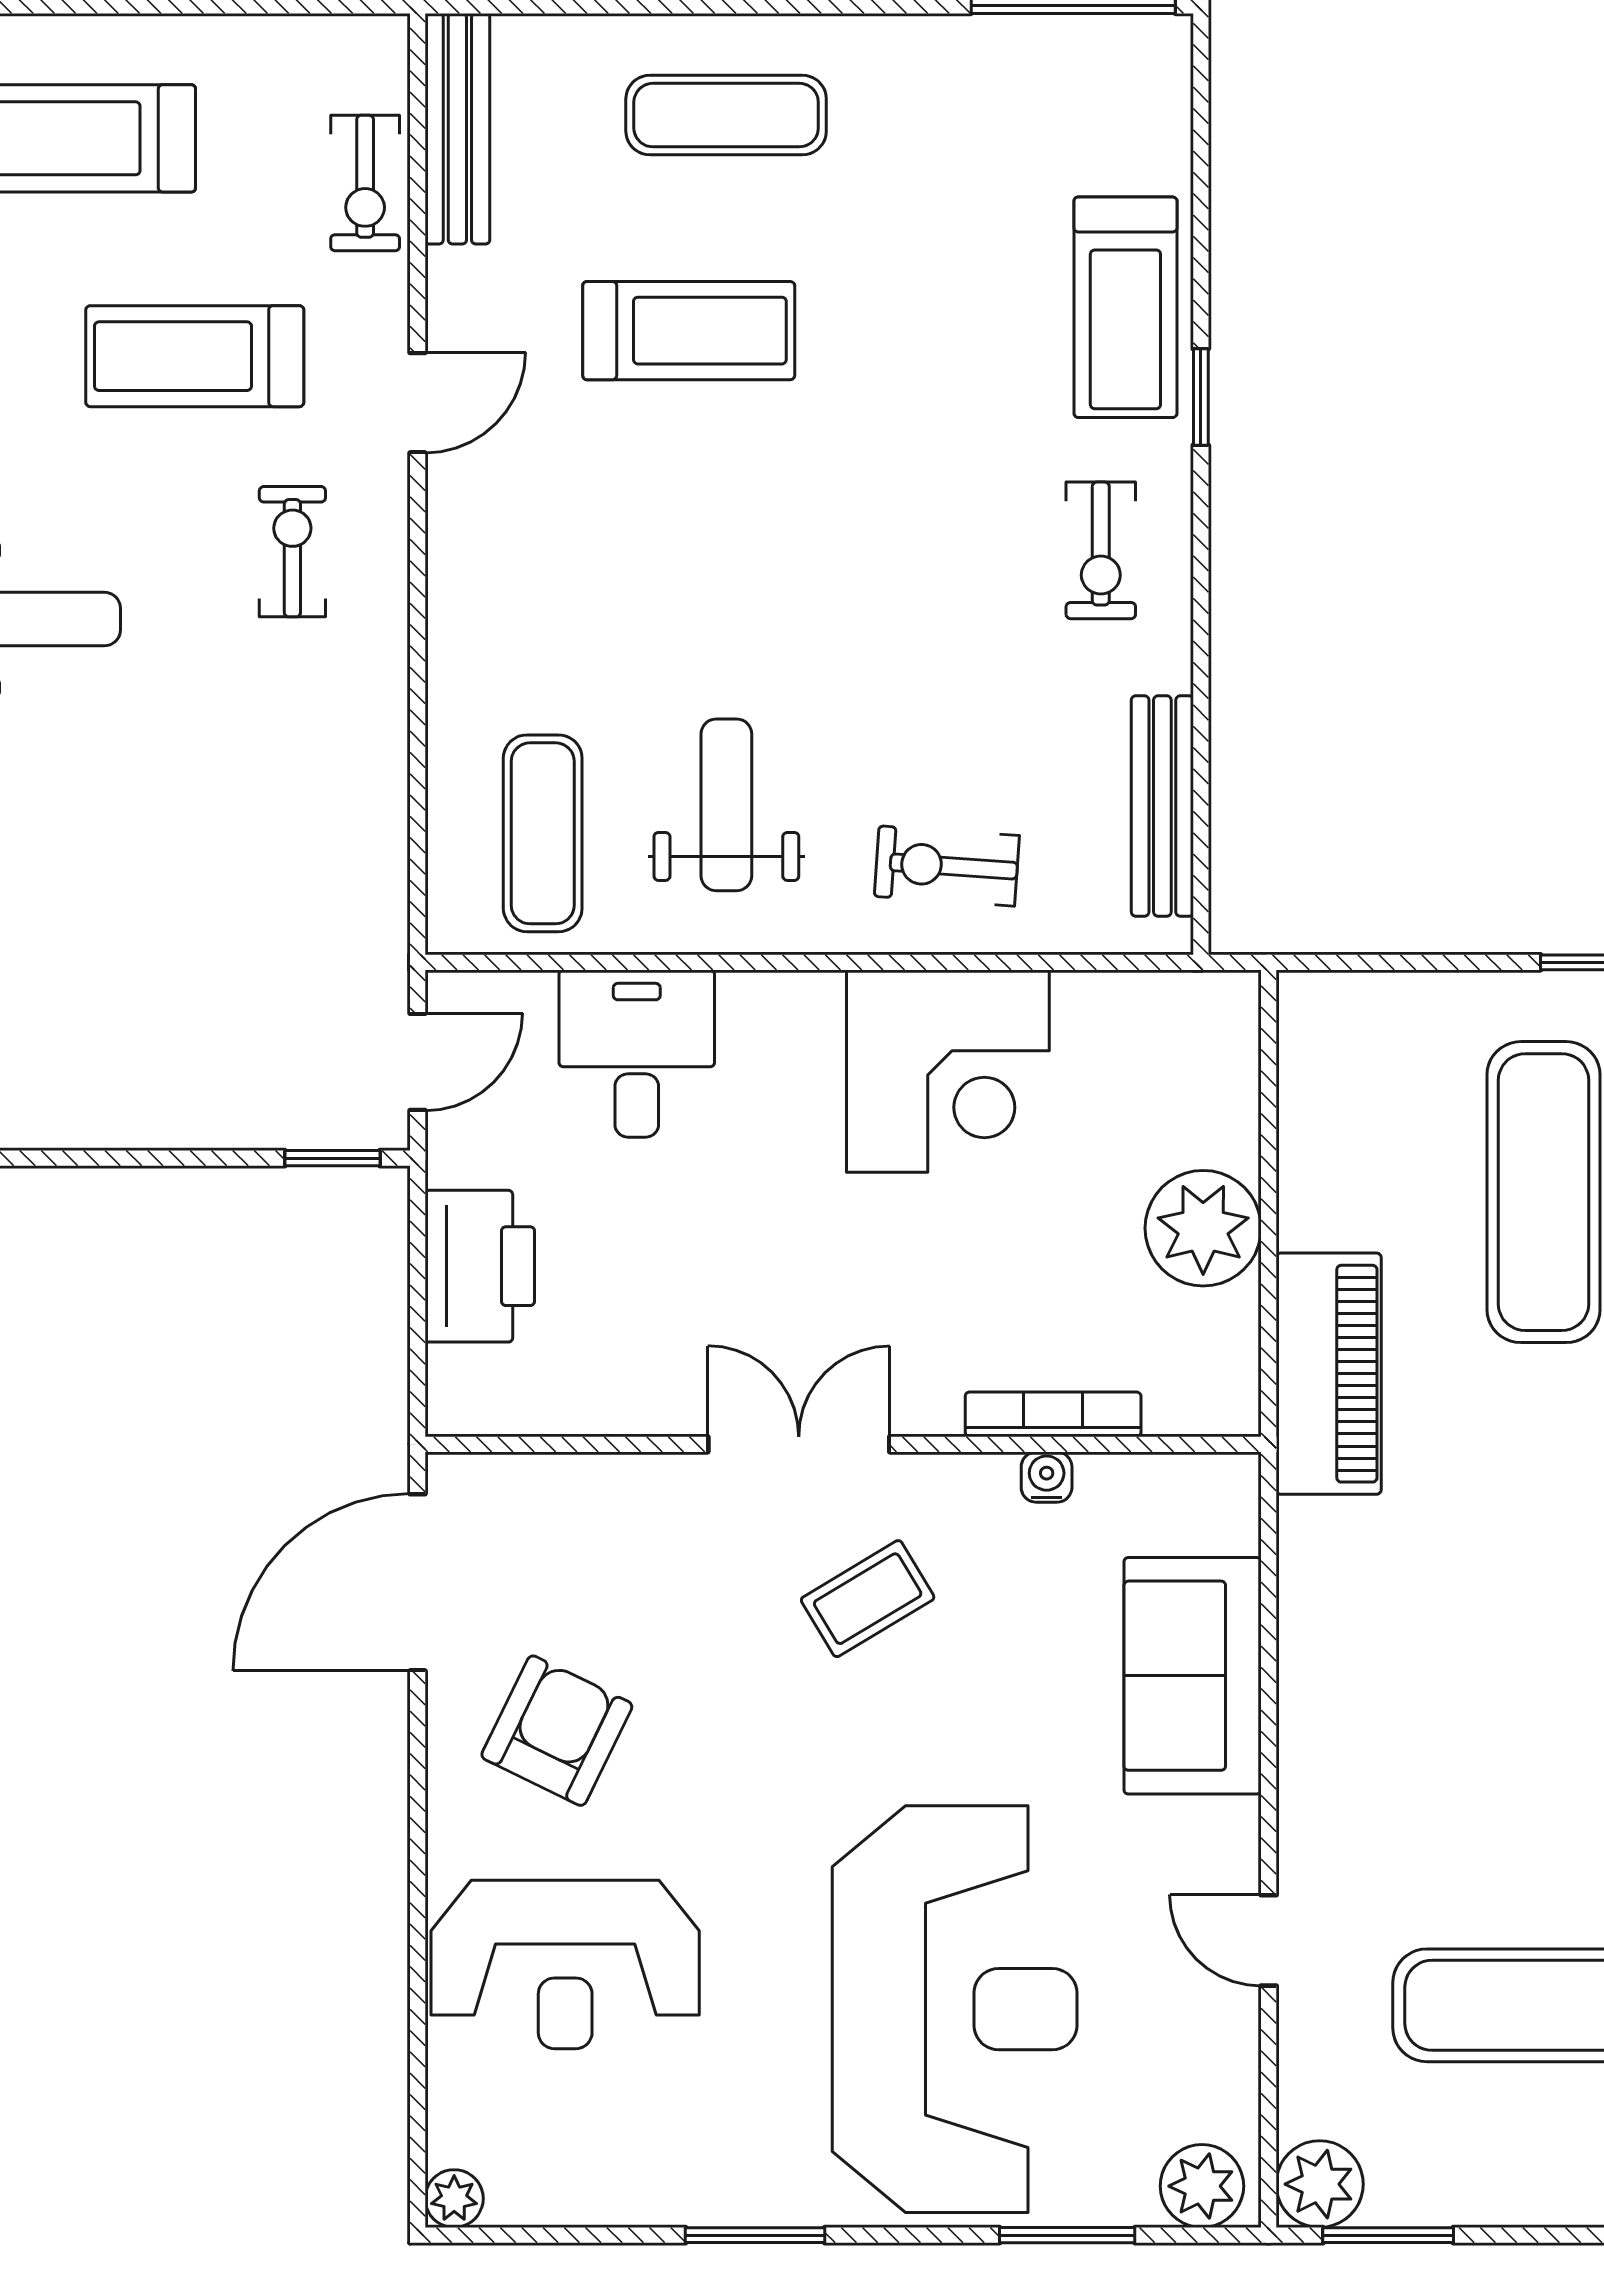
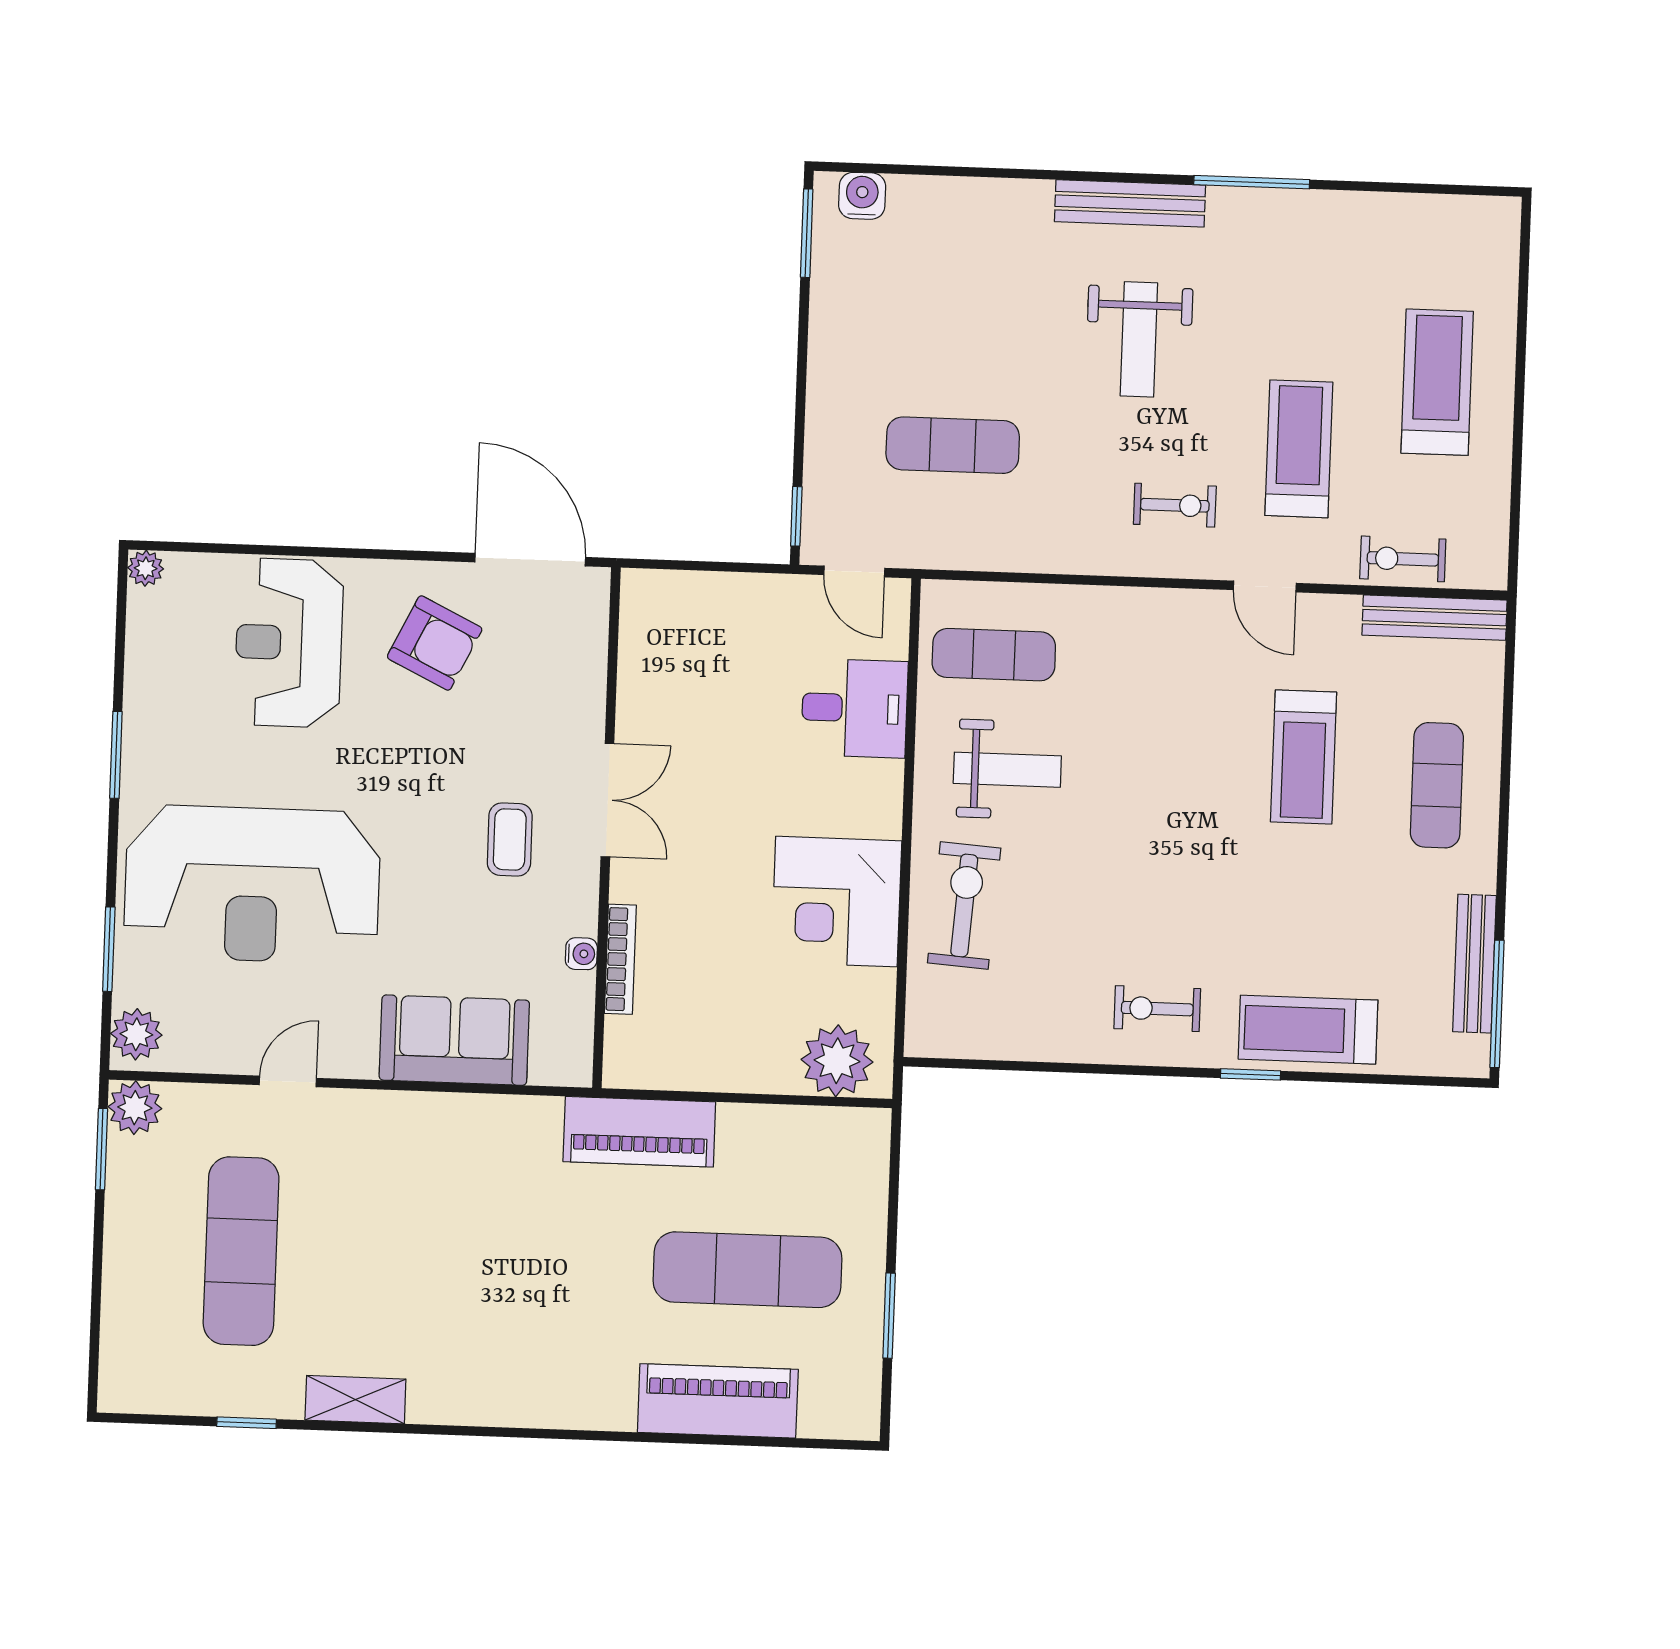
bench: (1162, 806) -> (1474, 964), moved, turned 90
exercise bike: (947, 866) -> (964, 906), width x1.38, depth x1.39
exercise mat: (209, 912) -> (953, 445), added
plant: (1203, 1228) -> (837, 1061), moved
printer: (480, 1266) -> (726, 606), removed
coffee table: (868, 1599) -> (510, 839), turned 31

